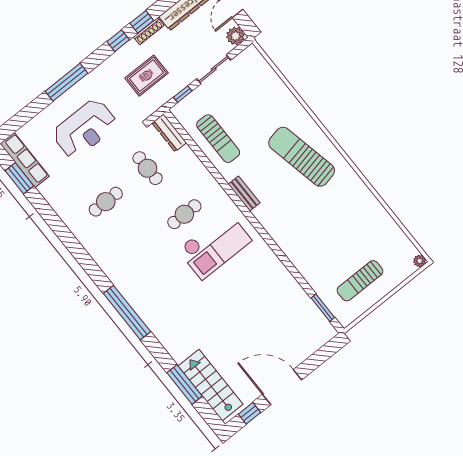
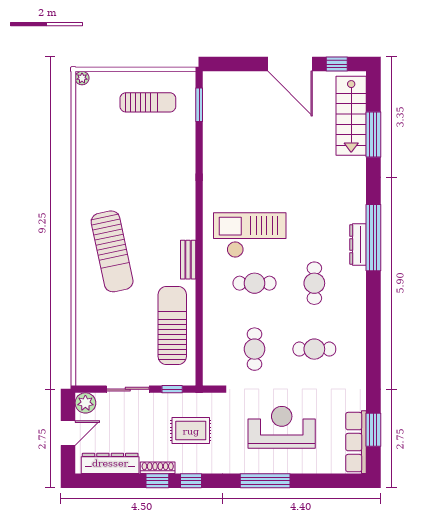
dresser: (169, 133) -> (358, 244), moved, turned 180
sun lounger: (218, 139) -> (172, 326), width x1.36, depth x1.34
cafe table: (143, 248) -> (314, 283), added

